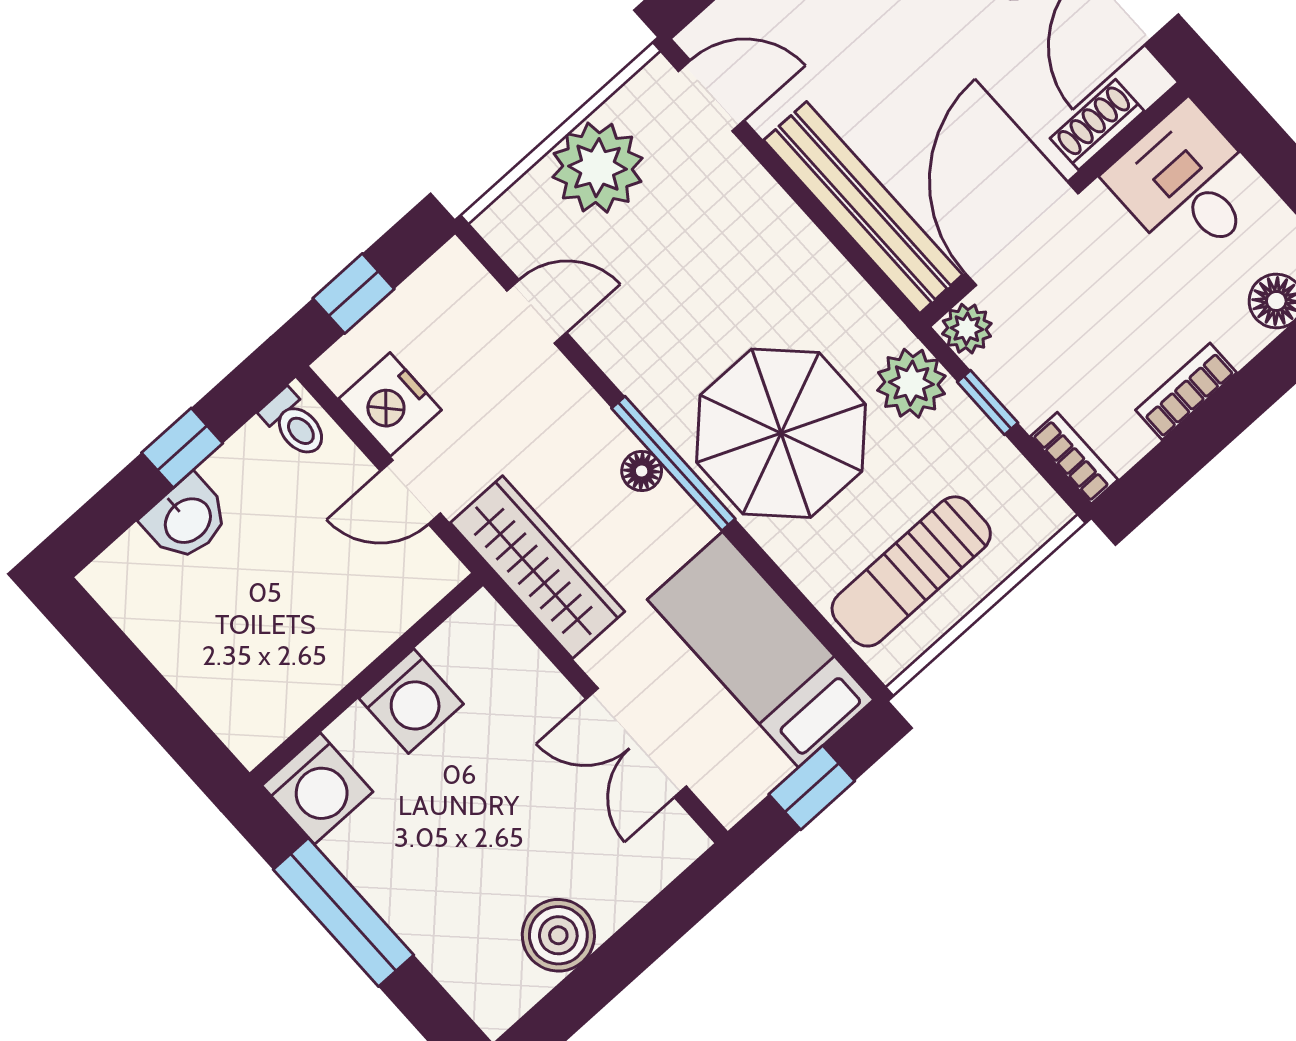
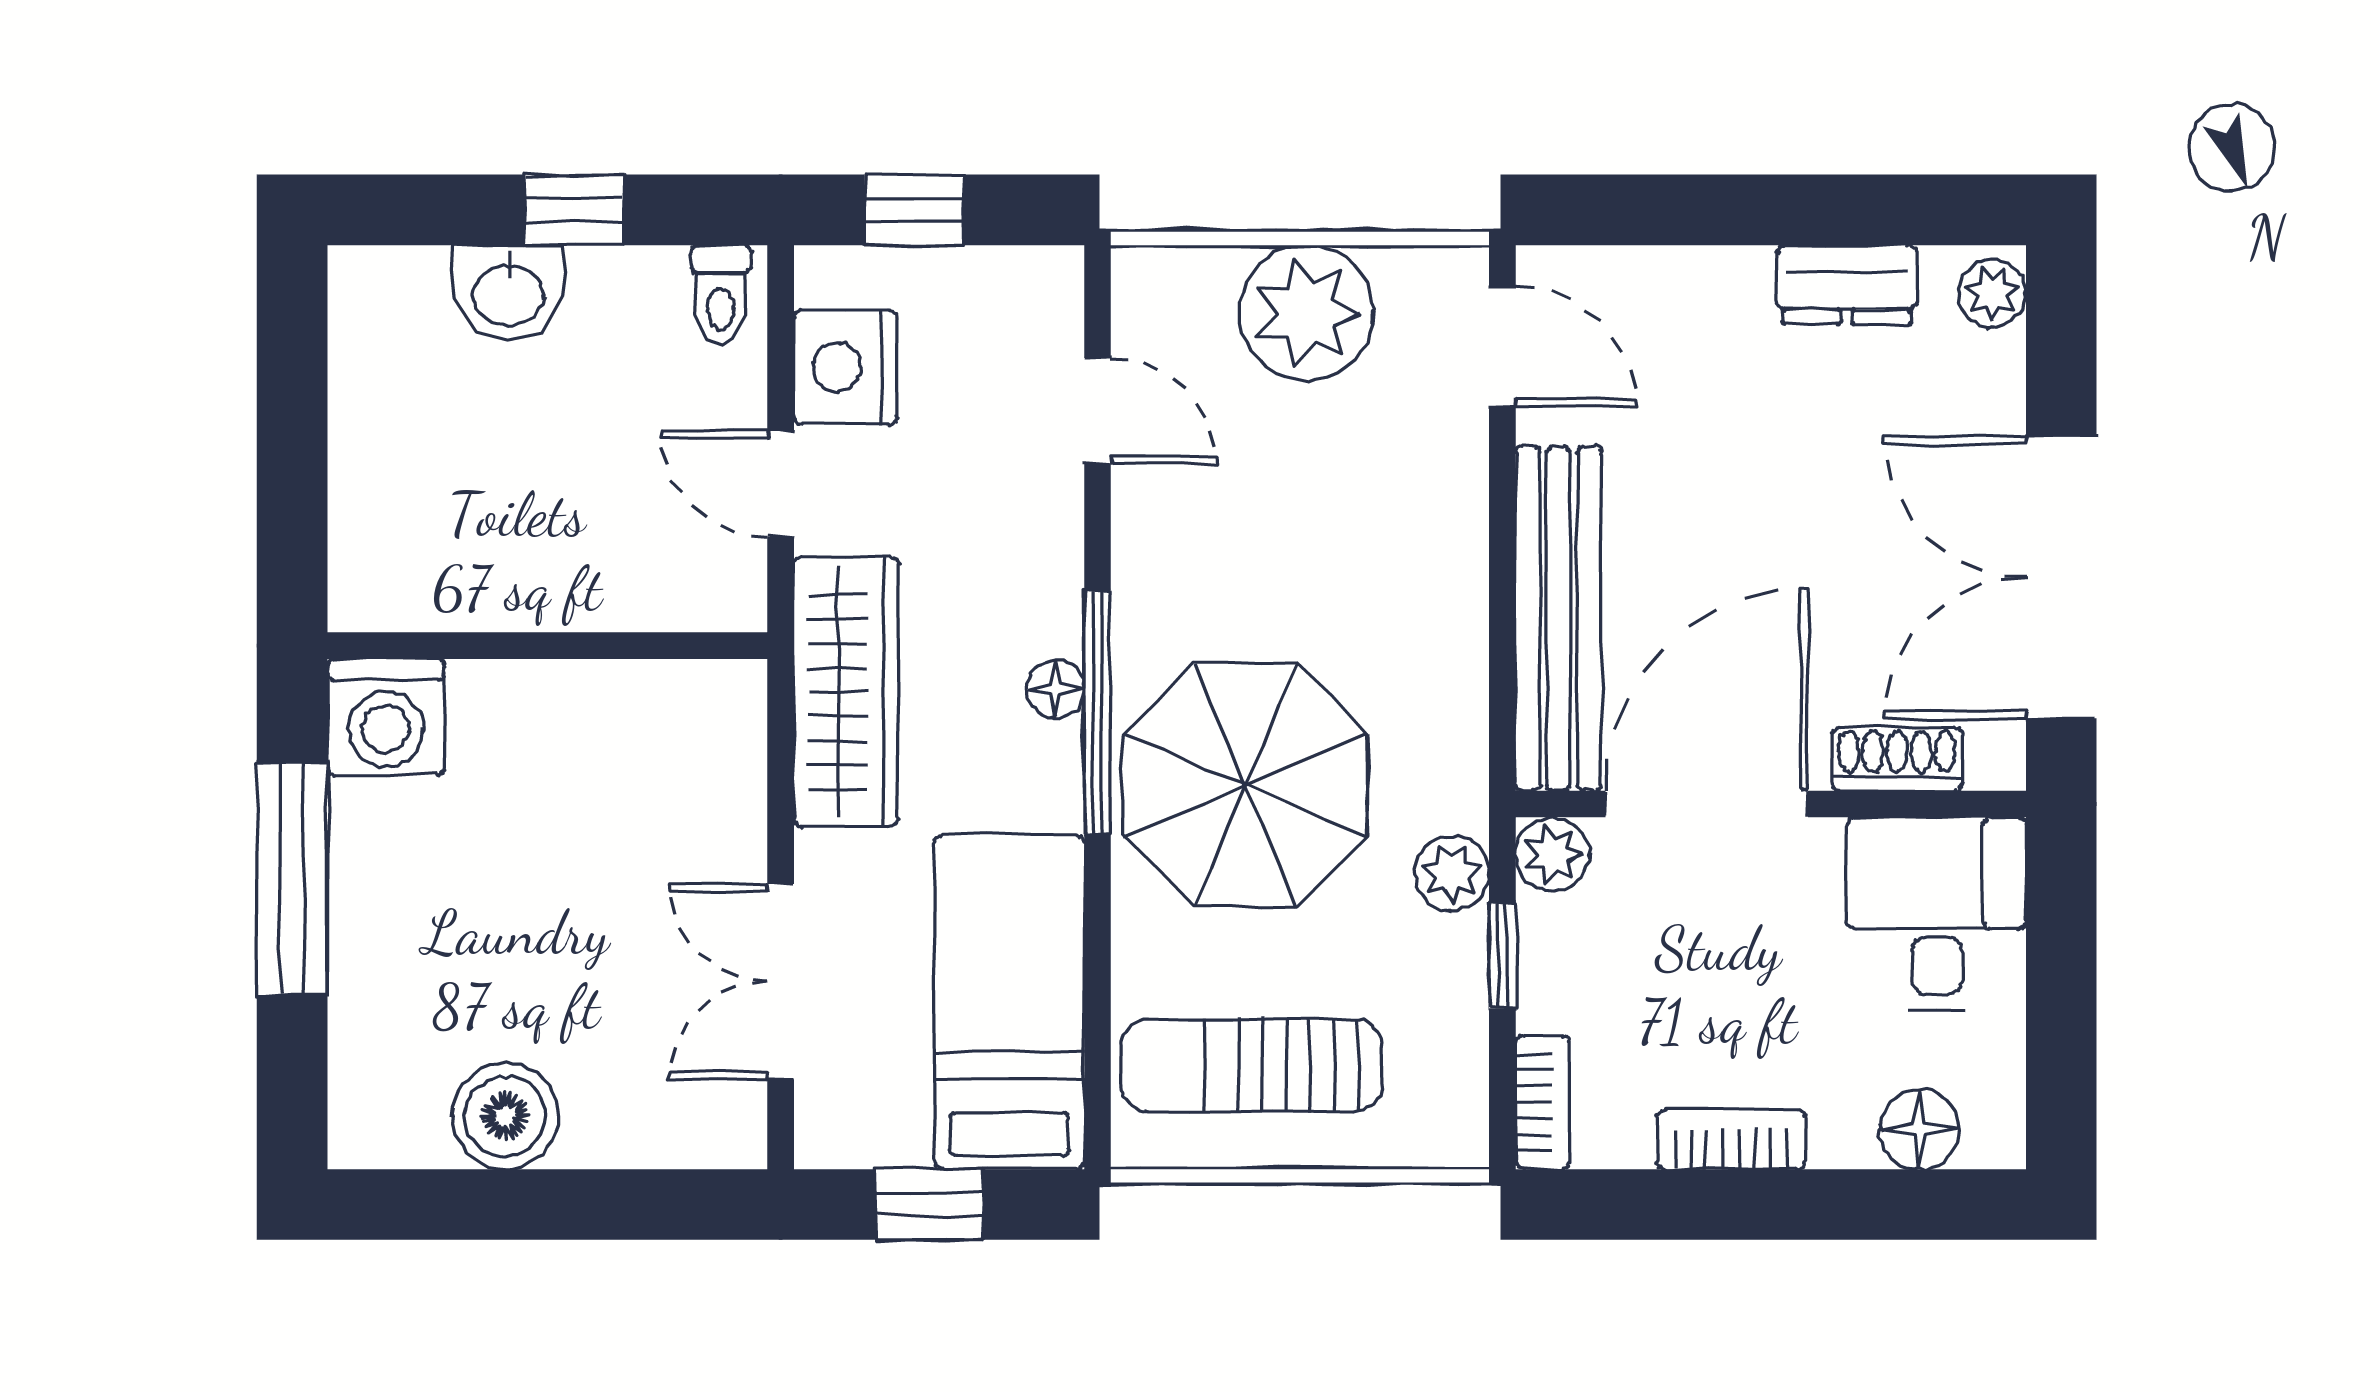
plant: (911, 383) -> (1452, 873), width x0.73, depth x0.73
washing machine: (411, 701) -> (575, 714), removed

